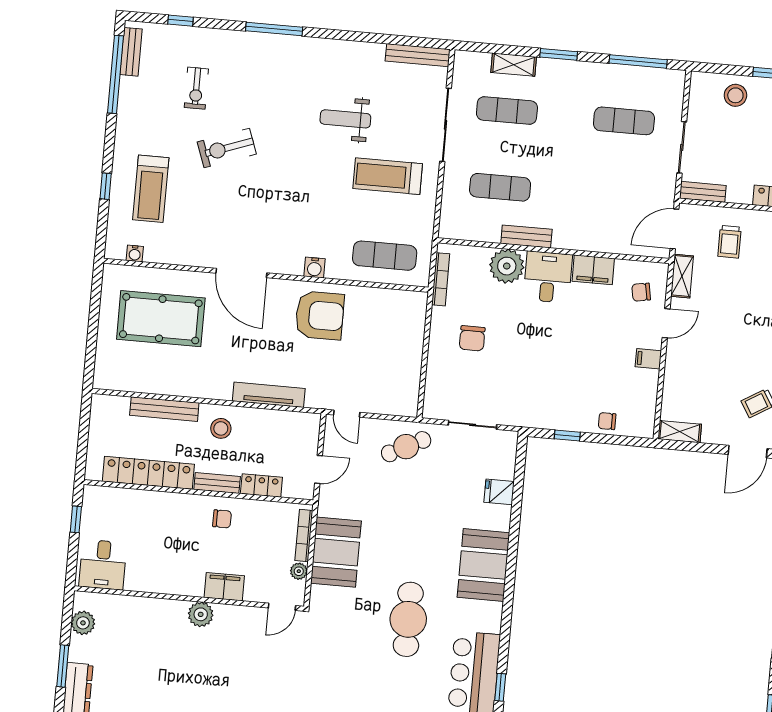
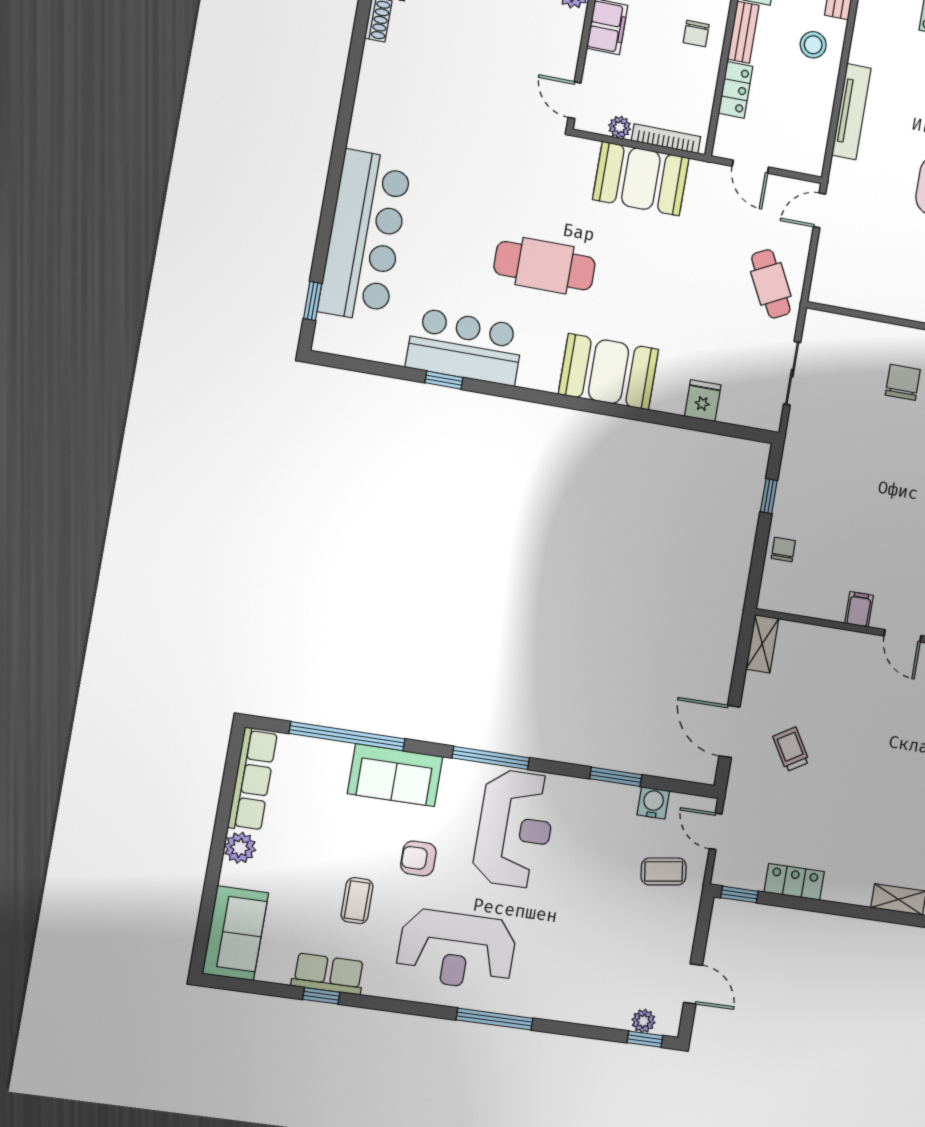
chair: (472, 338) -> (903, 382), turned 90

